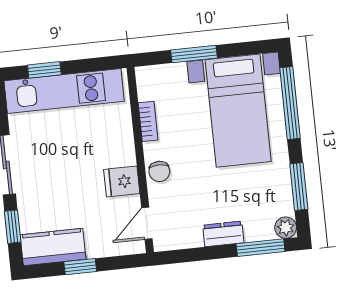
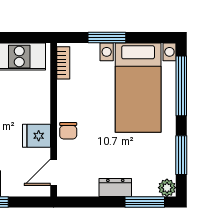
bookcase: (148, 121) -> (63, 63), moved

